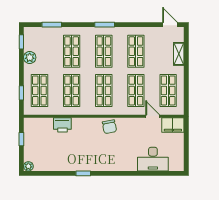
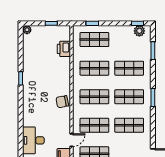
plant: (30, 58) -> (139, 31), moved
printer: (62, 125) -> (64, 49), moved

